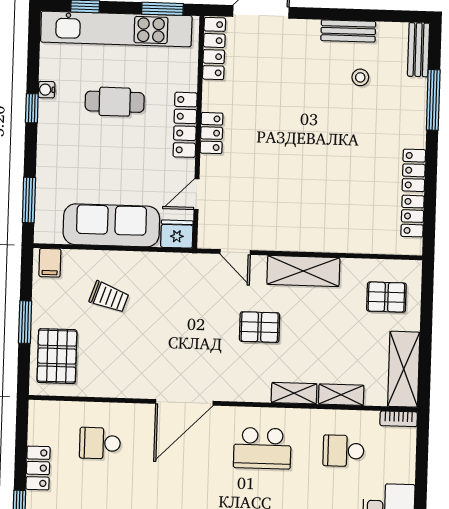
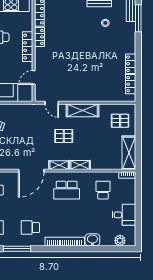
window: (433, 100) -> (138, 18), moved
locker: (212, 133) -> (40, 37), moved
fridge: (177, 234) -> (25, 96), removed
shelving: (341, 395) -> (59, 165), moved
school desk: (343, 451) -> (103, 190), turned 90

